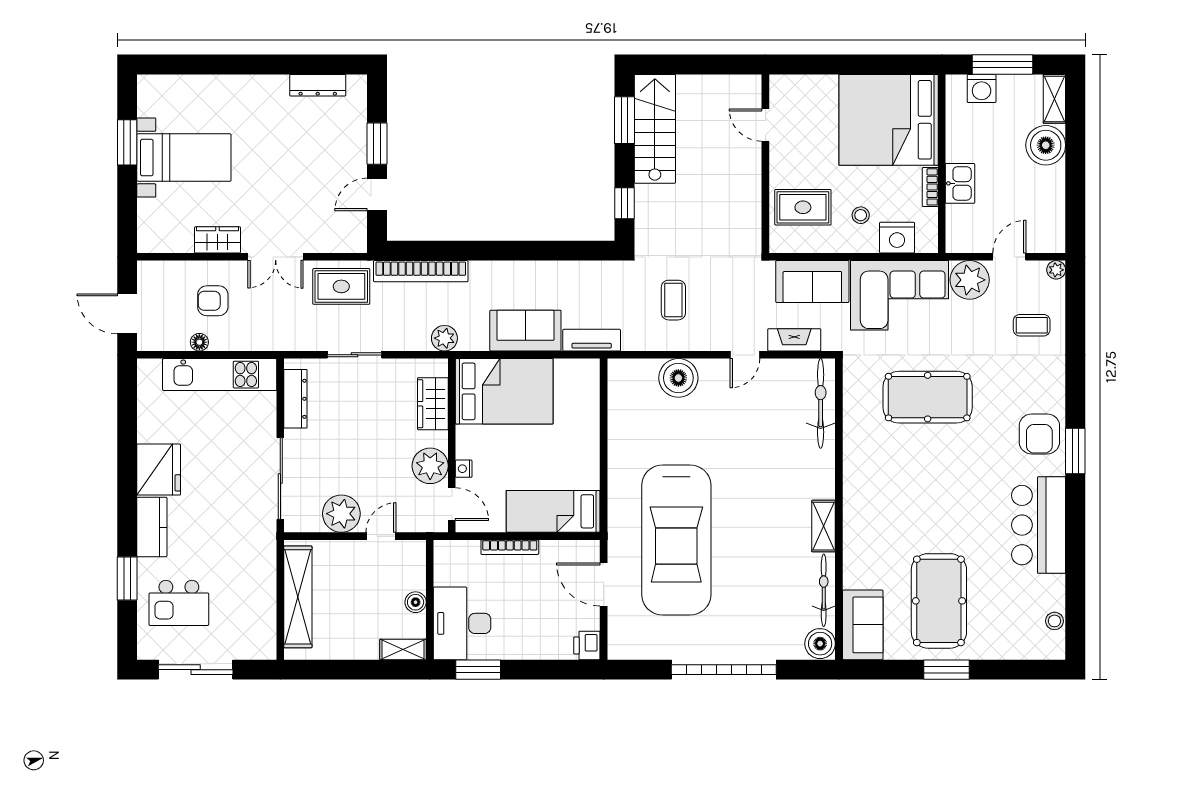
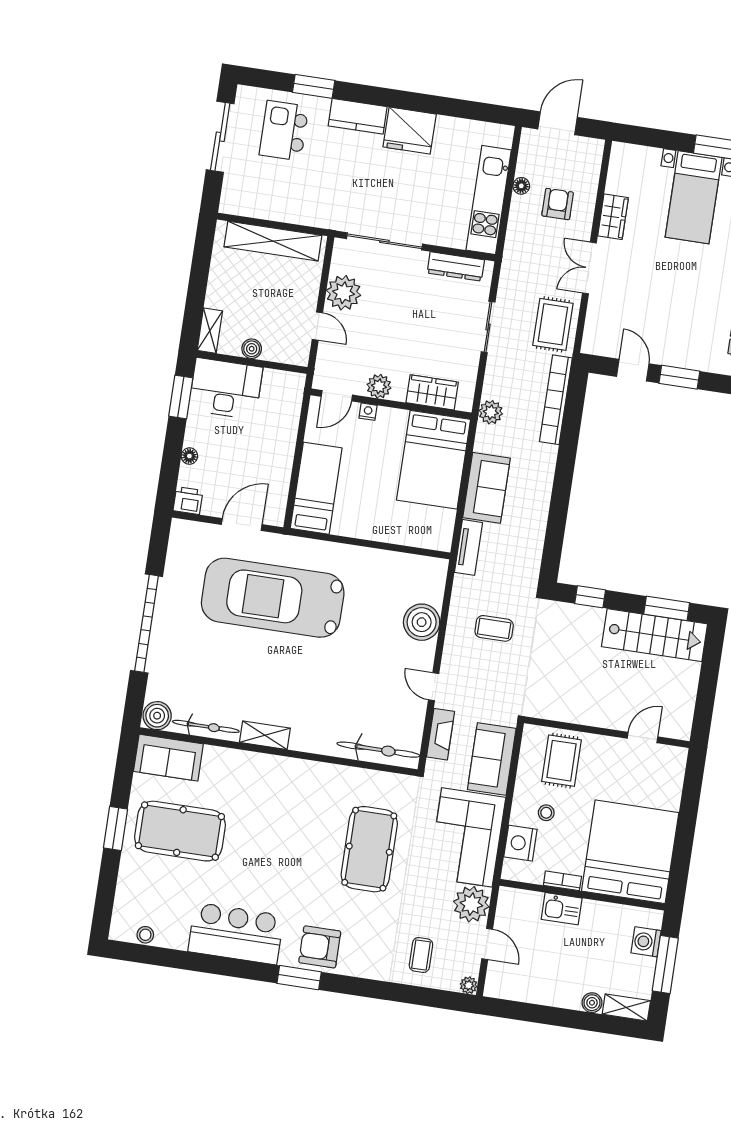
boiler: (1046, 145) -> (592, 1003), width x0.54, depth x0.54
plant: (430, 466) -> (379, 386), width x0.73, depth x0.73
bookcase: (510, 547) -> (289, 443), removed
floor lamp: (539, 651) -> (189, 456), added

